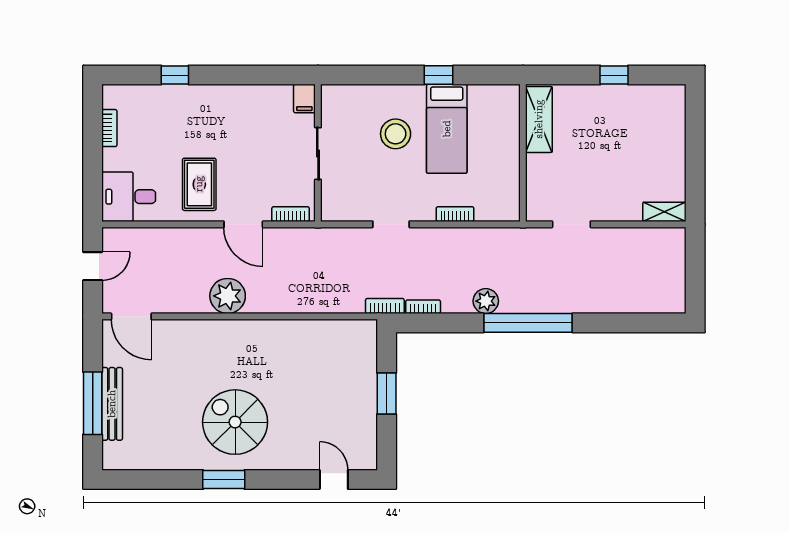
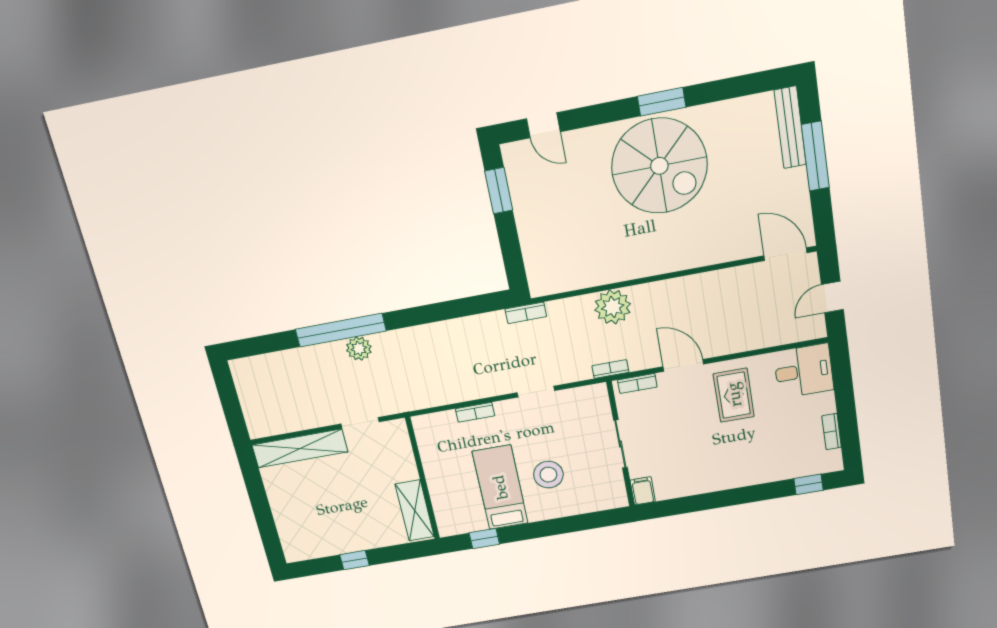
window: (175, 75) -> (809, 484), moved
window: (439, 75) -> (484, 538), moved
shelving: (664, 212) -> (300, 448), width x2.20, depth x1.33
plant: (228, 296) -> (613, 307), moved
plant: (486, 301) -> (359, 349), moved
bookcase: (423, 307) -> (610, 369), moved, turned 180
window: (528, 323) -> (341, 330), moved
window: (387, 394) -> (499, 191), moved
bench: (112, 404) -> (790, 127), moved
spiral stairs: (235, 422) -> (659, 166), width x1.37, depth x1.37

